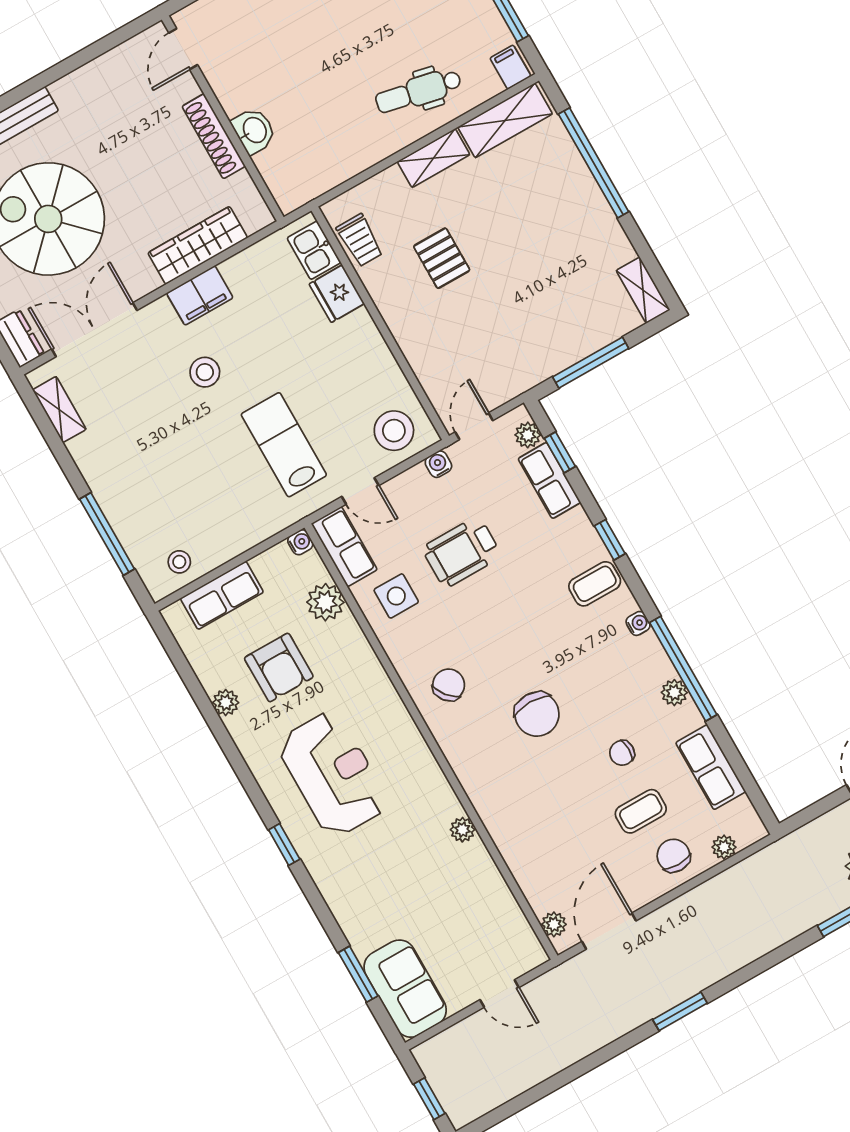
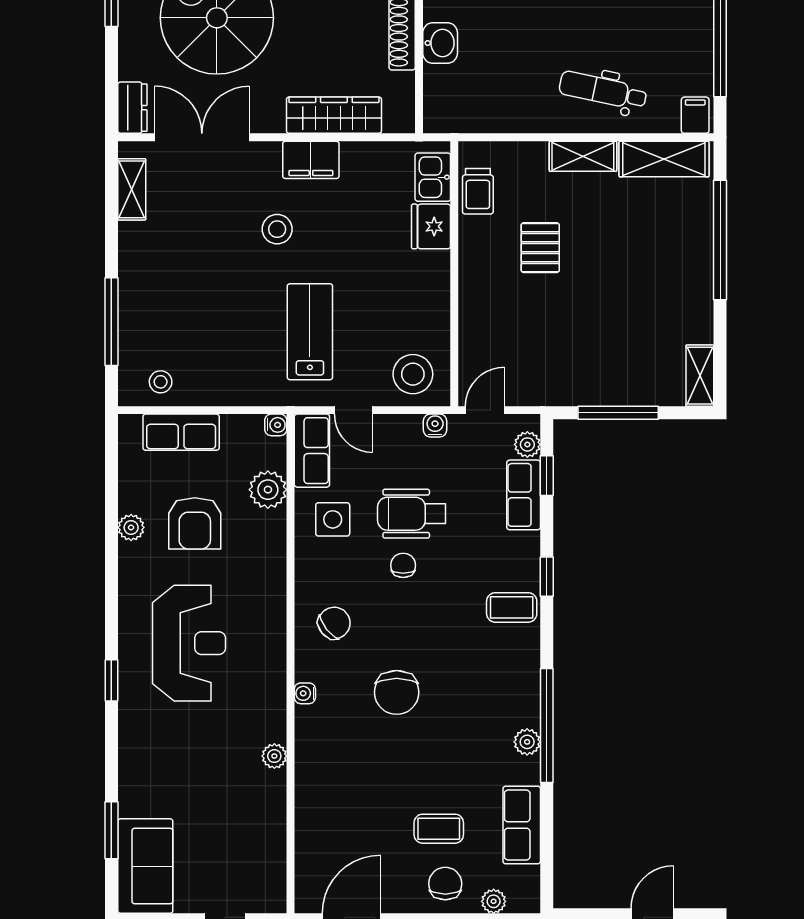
water cooler: (638, 623) -> (305, 693), moved, turned 180
chair: (622, 753) -> (403, 565), moved, turned 90
plant: (554, 924) -> (307, 884), removed

